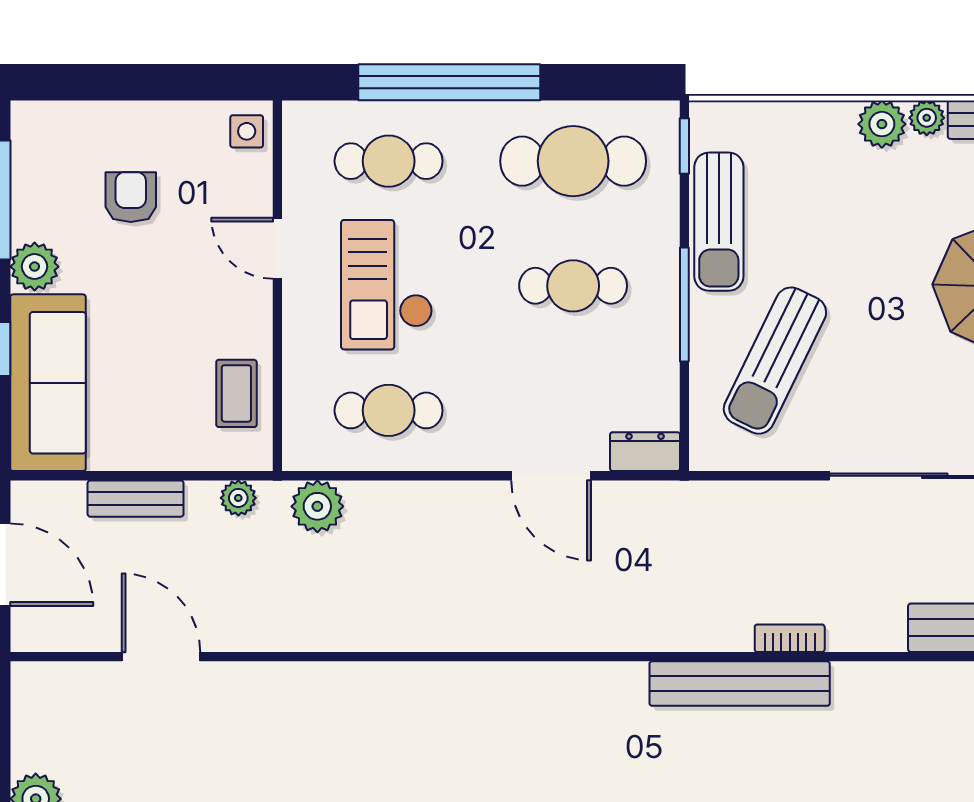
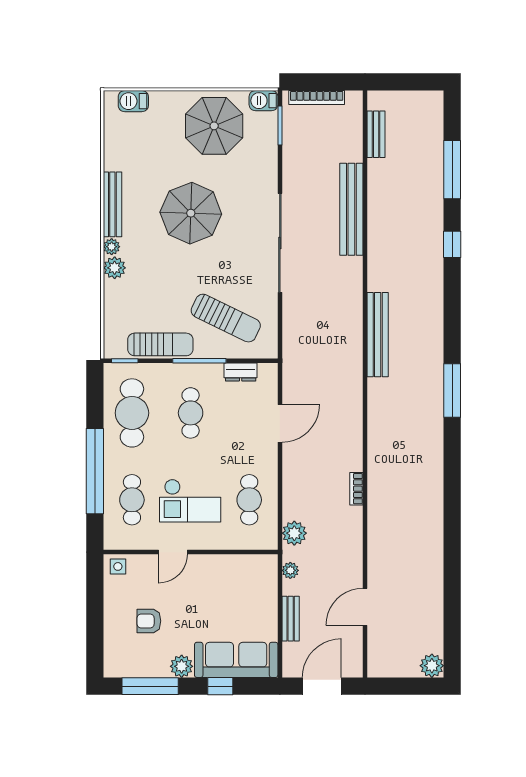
coffee table: (236, 393) -> (241, 571), removed
dresser: (645, 452) -> (241, 372), moved, turned -90
bookcase: (790, 638) -> (356, 489), moved

